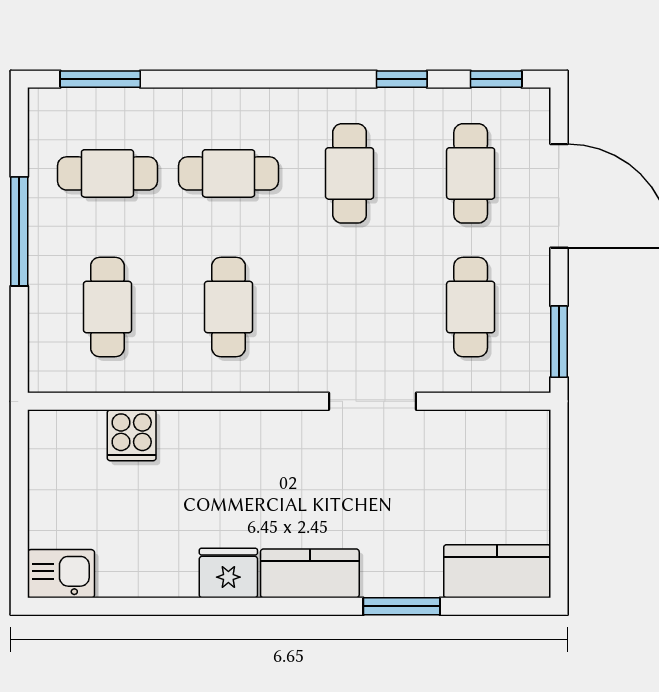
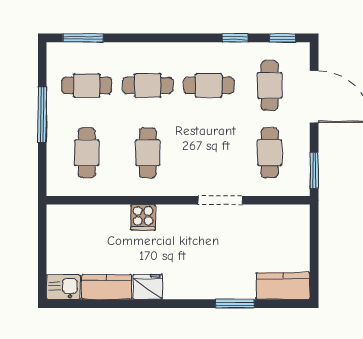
cafe table: (350, 173) -> (209, 85), turned 90
cooker: (132, 435) -> (143, 217), moved
kitchen counter: (310, 573) -> (107, 287), moved

